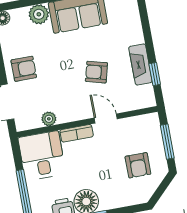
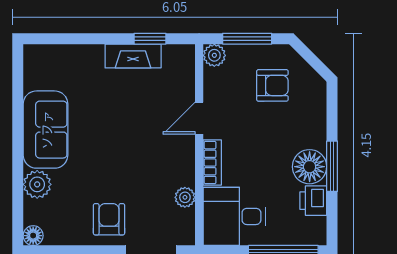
armchair: (96, 72) -> (132, 119), removed
plant: (151, 121) -> (214, 55), added

